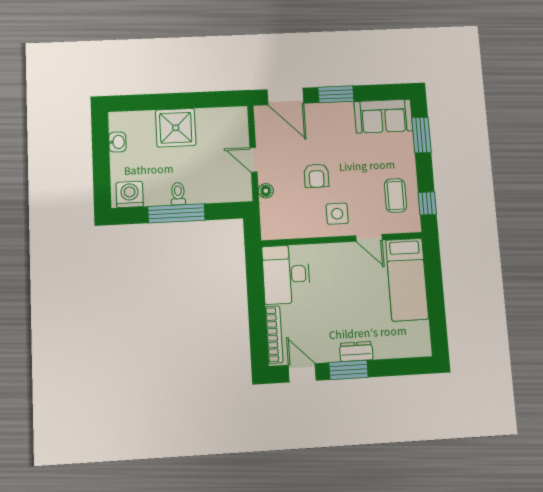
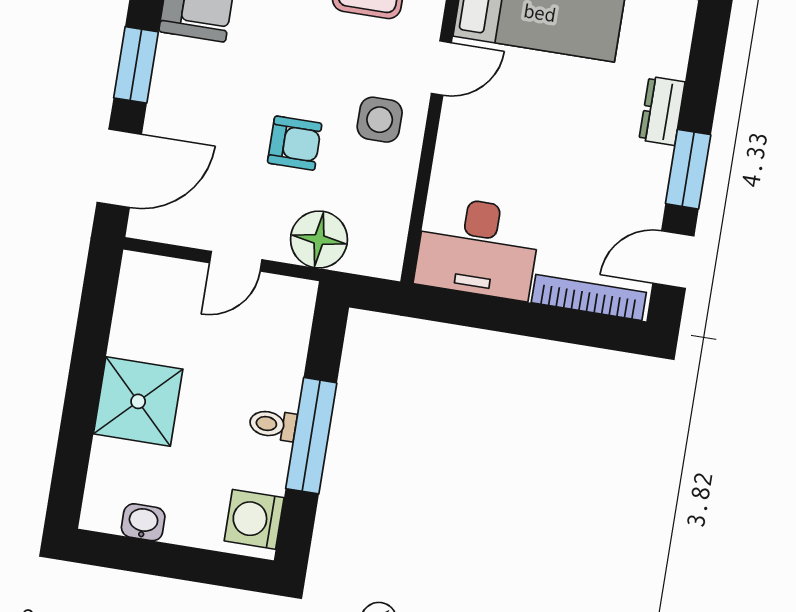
floor lamp: (266, 191) -> (319, 239), width x1.89, depth x1.89
dresser: (356, 351) -> (662, 111), moved

